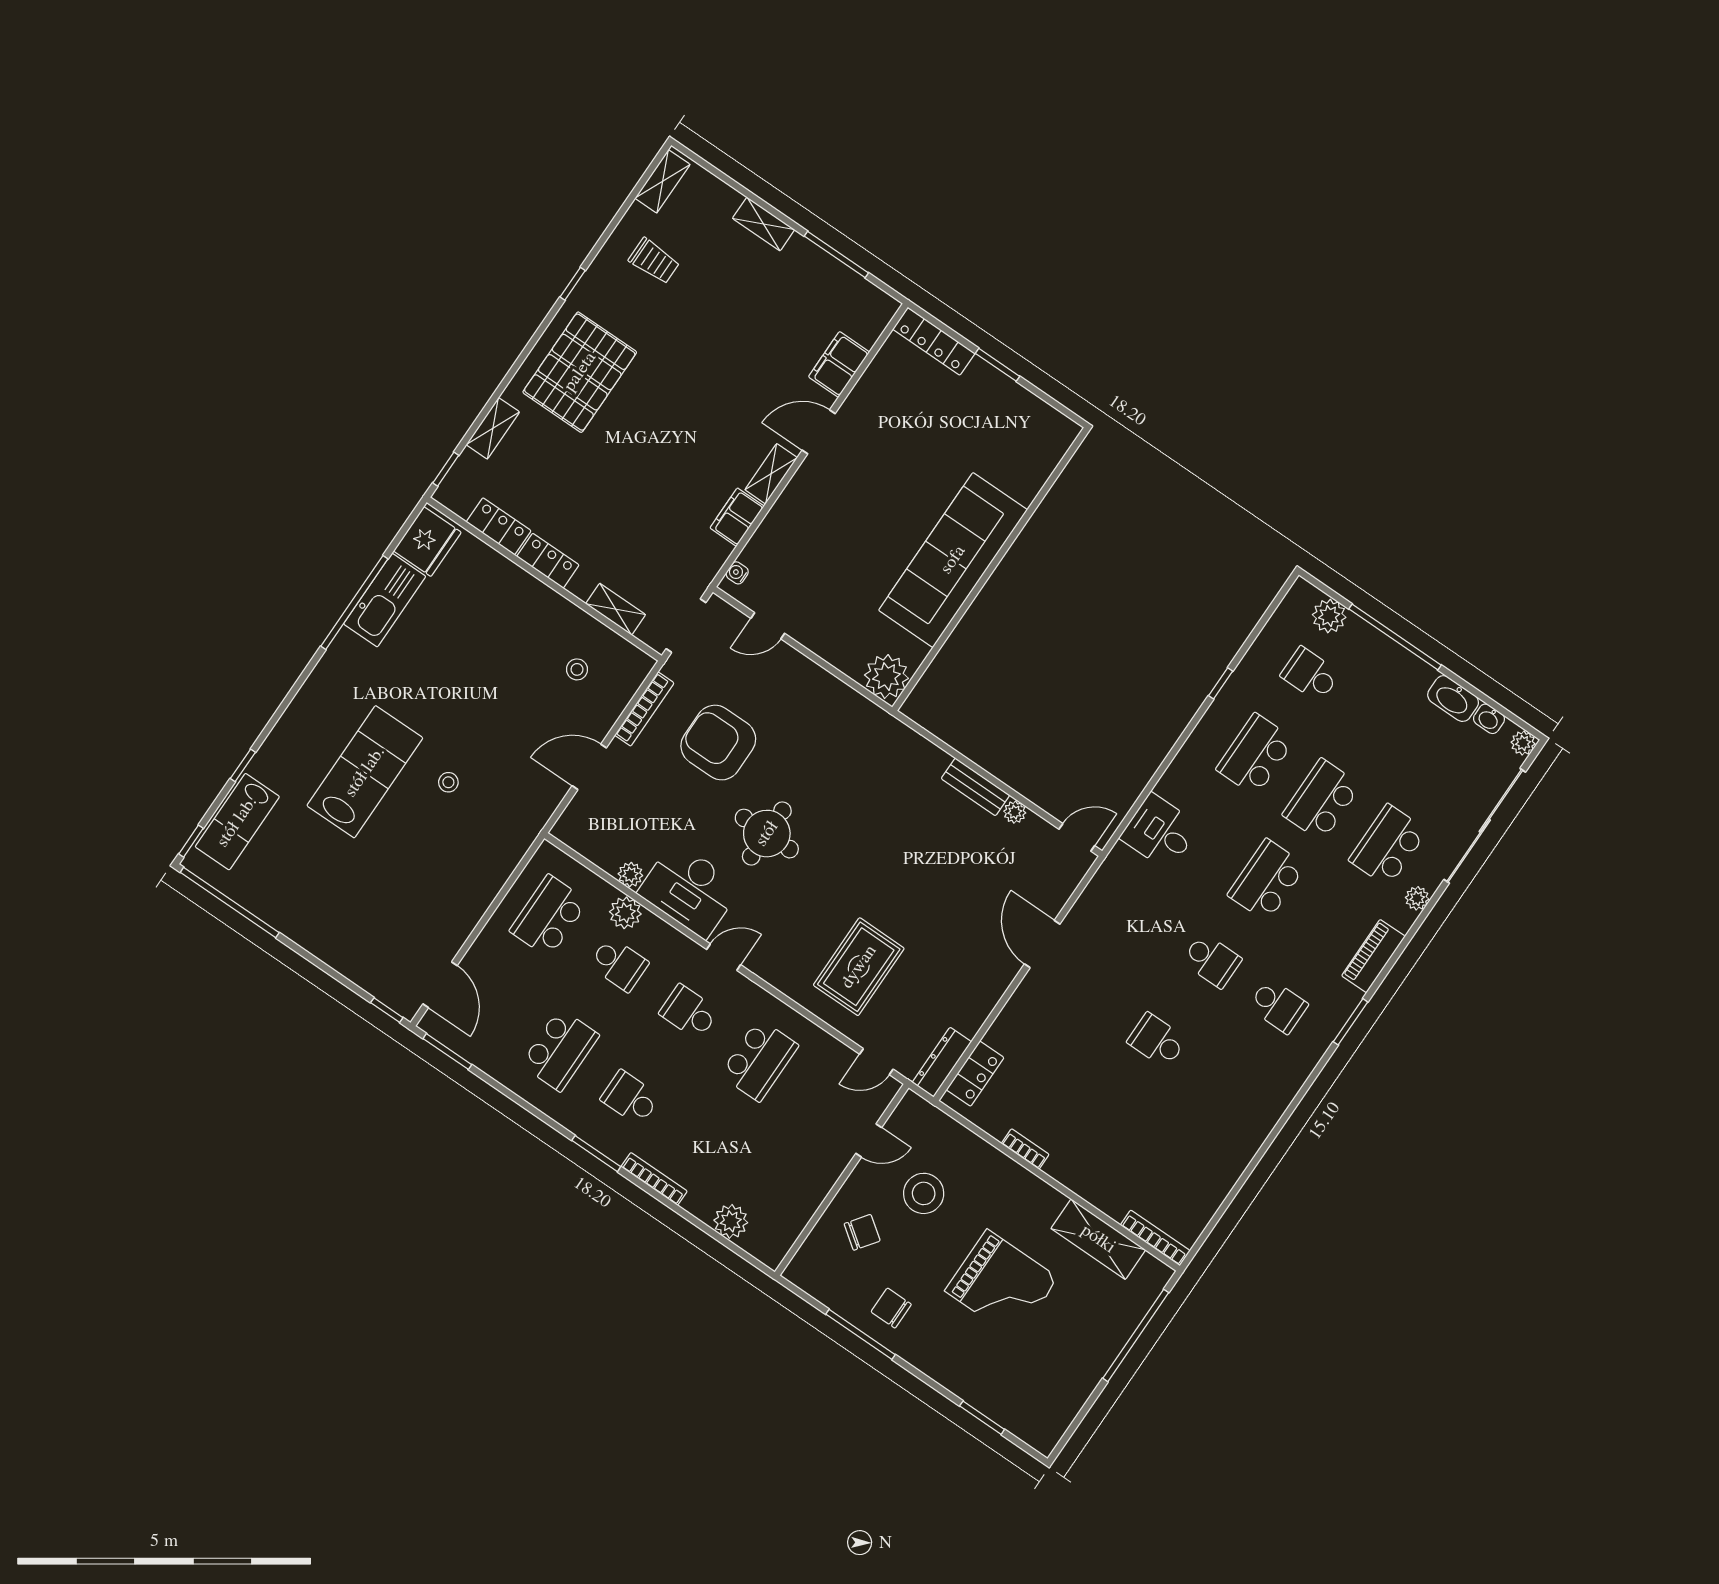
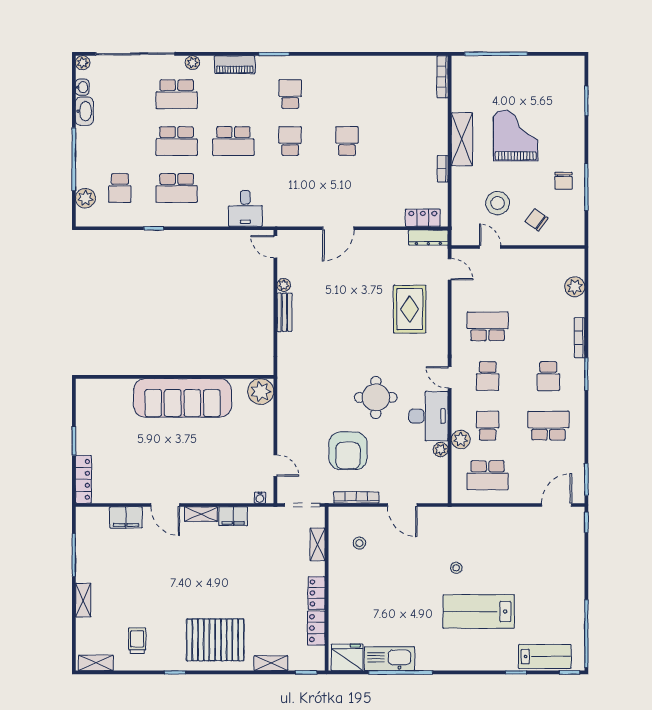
rug: (859, 967) -> (410, 309), turned 90
school desk: (1157, 1041) -> (347, 141), turned 180
shelving: (1098, 1239) -> (462, 139), moved

